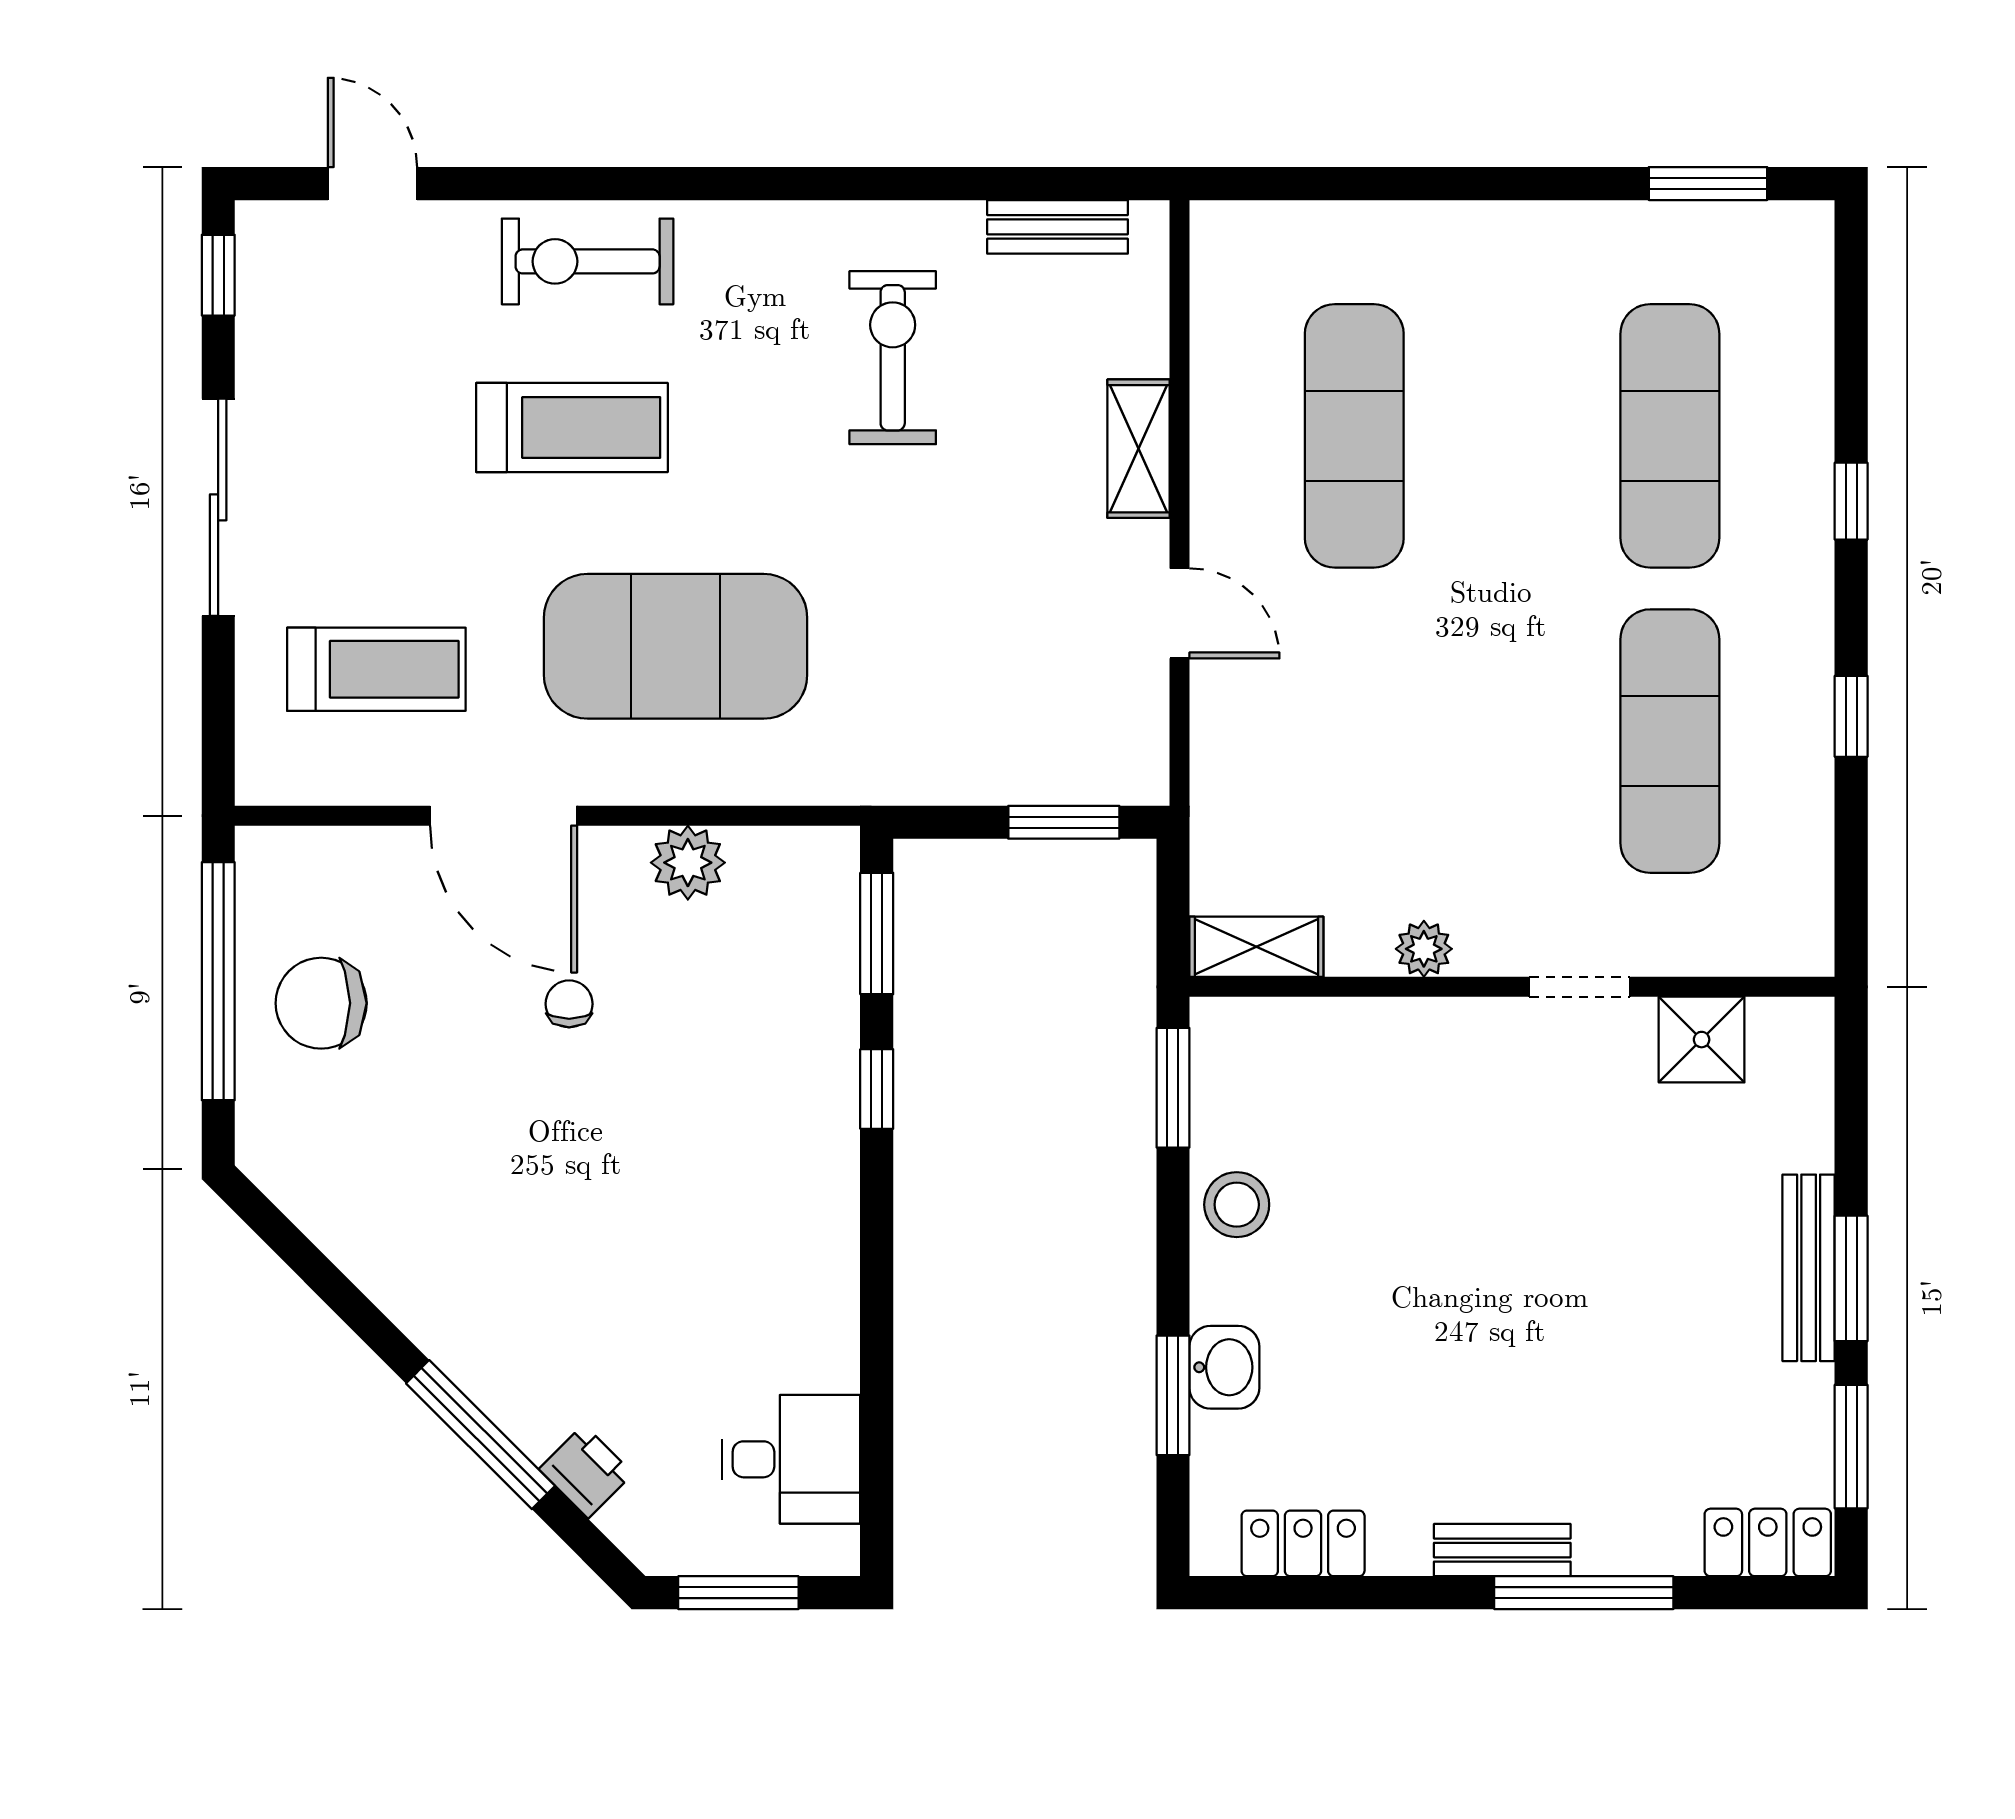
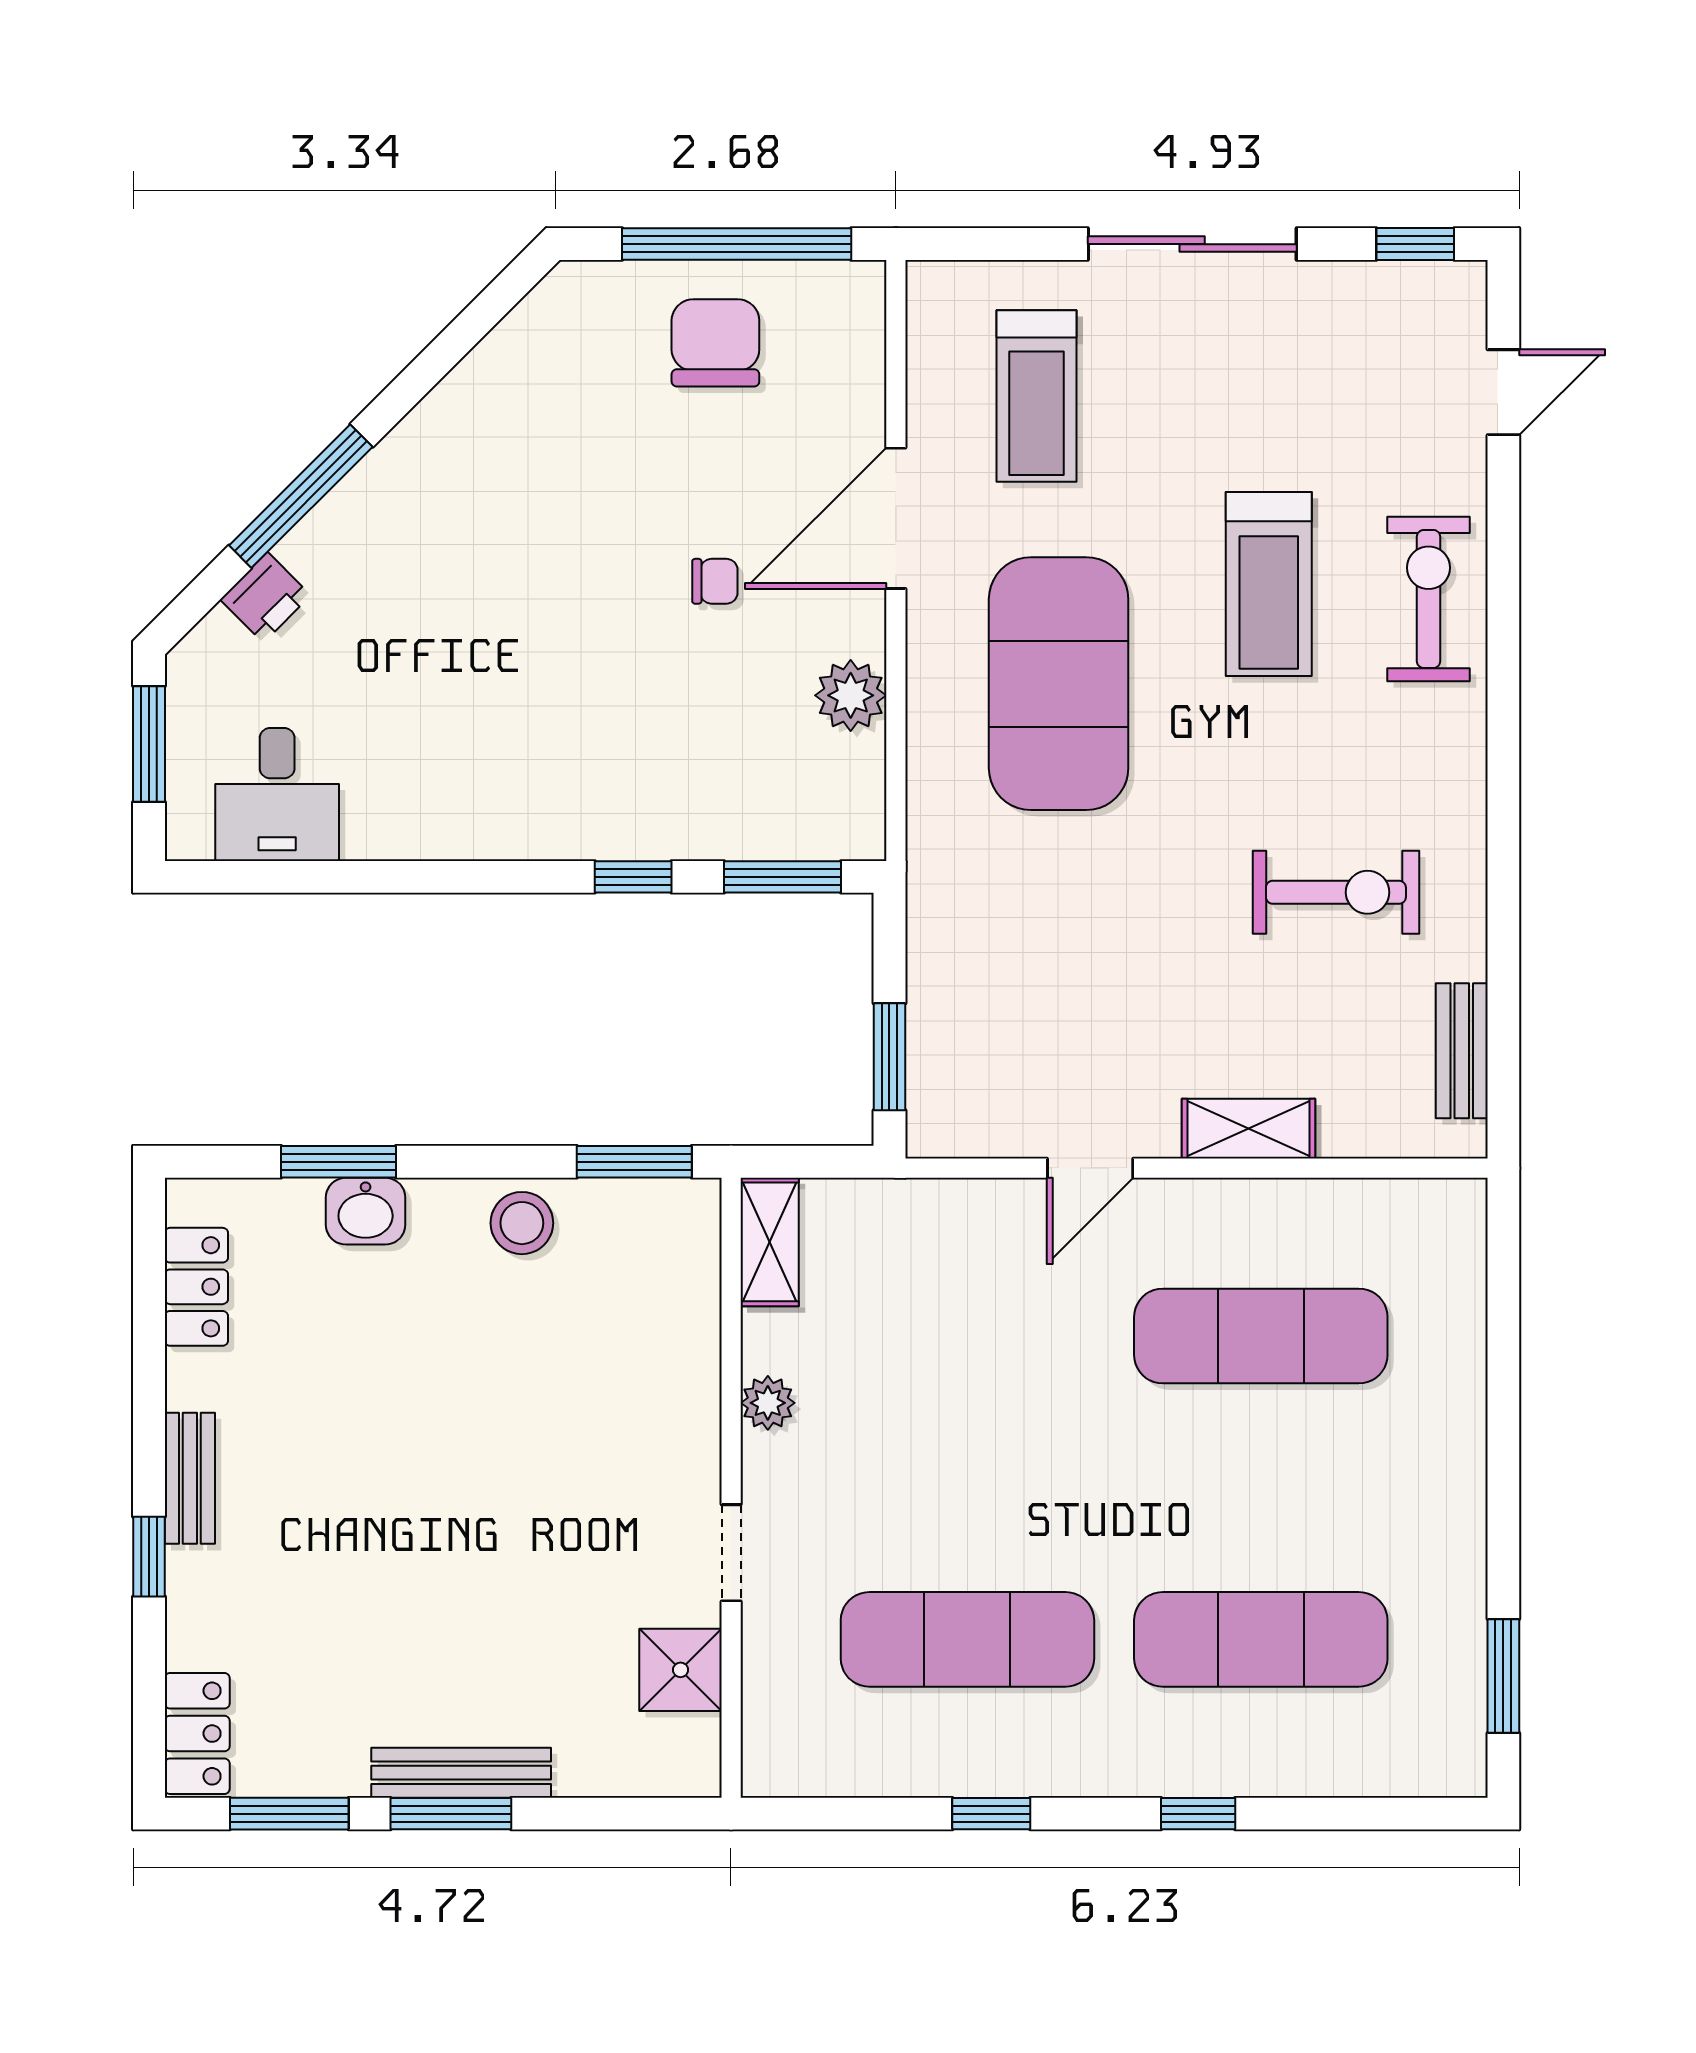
window: (1584, 1593) -> (149, 1557), width x0.46

